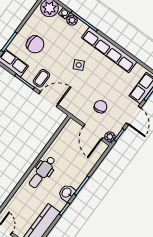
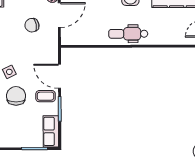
chair: (35, 44) -> (16, 96), moved
dental chair: (42, 172) -> (128, 34), turned 180

